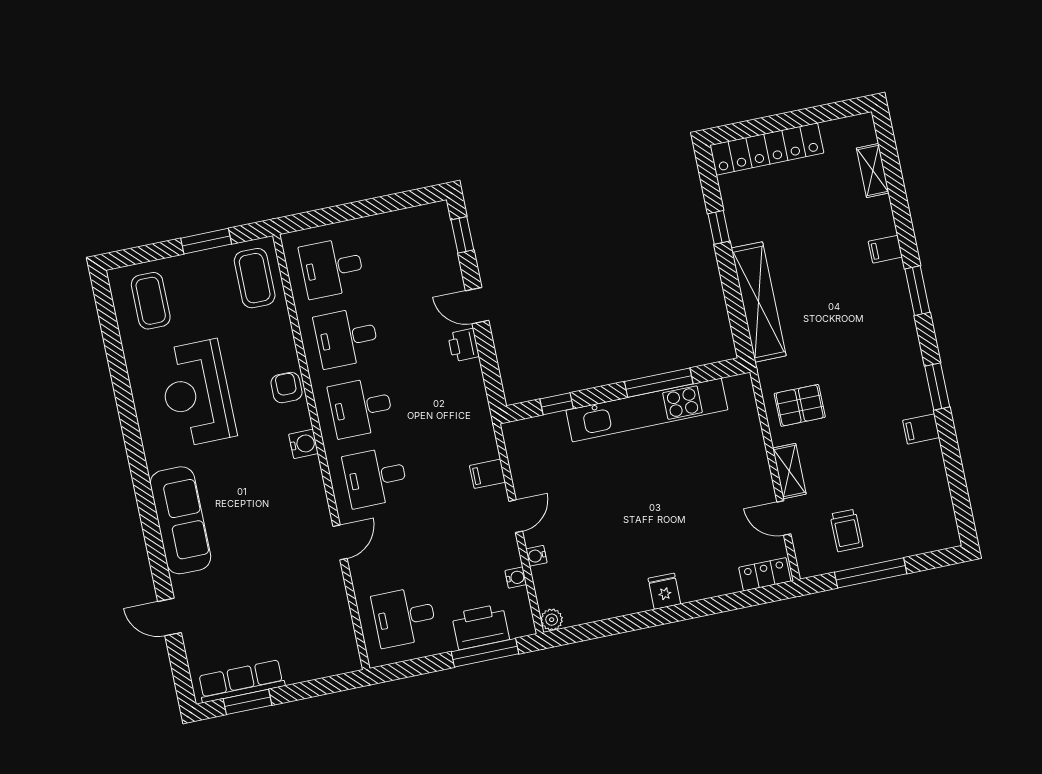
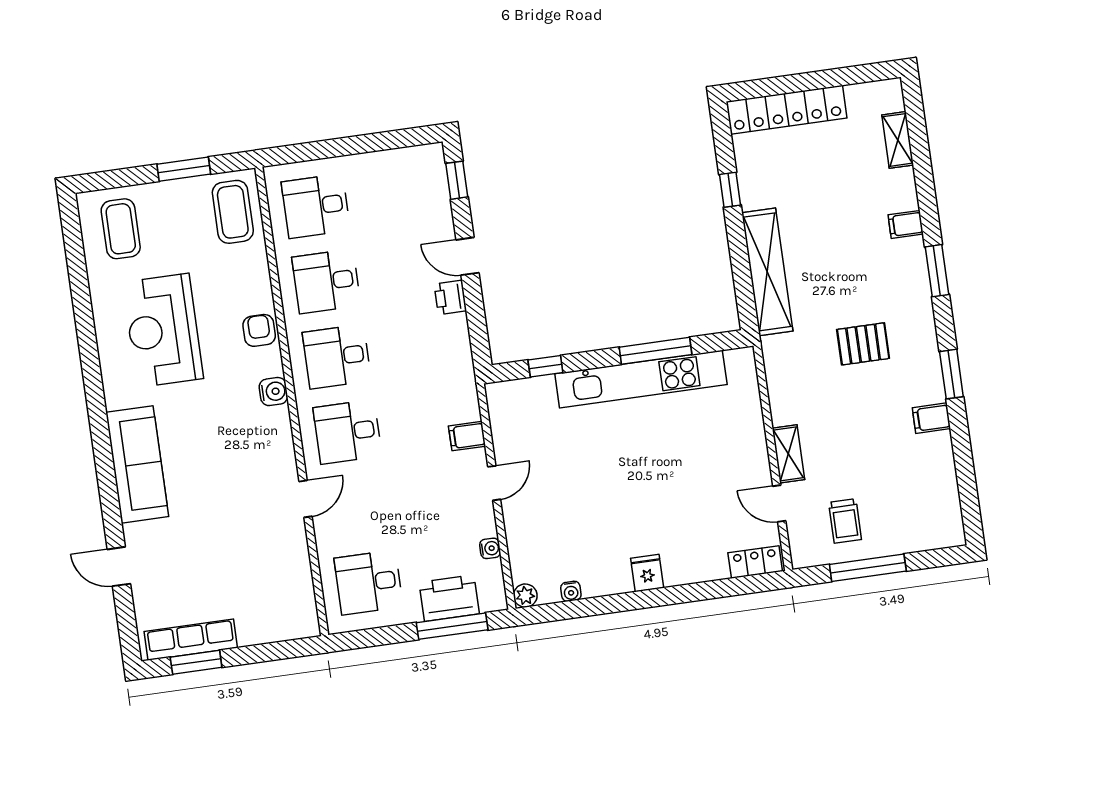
pallet: (800, 405) -> (863, 344), moved
water cooler: (536, 556) -> (571, 591), moved, turned -90

